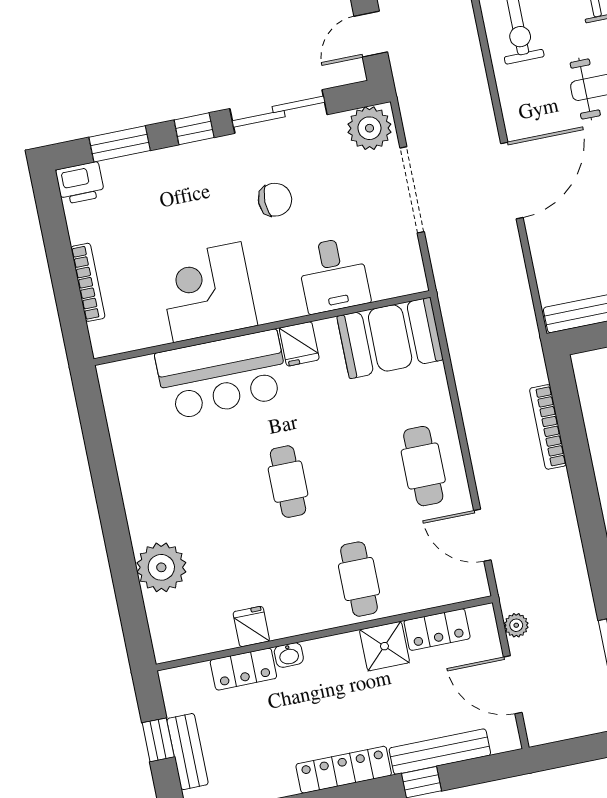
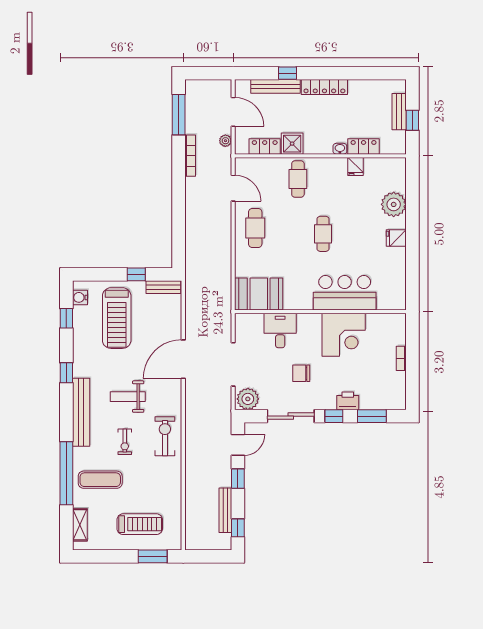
printer: (80, 183) -> (348, 401), moved
bookcase: (88, 282) -> (401, 358), width x0.64
fridge: (299, 344) -> (396, 238), moved, turned -90
bookcase: (548, 427) -> (190, 156), moved

